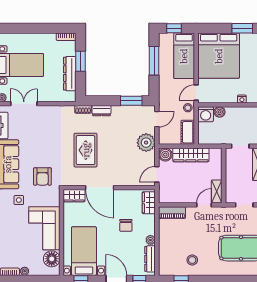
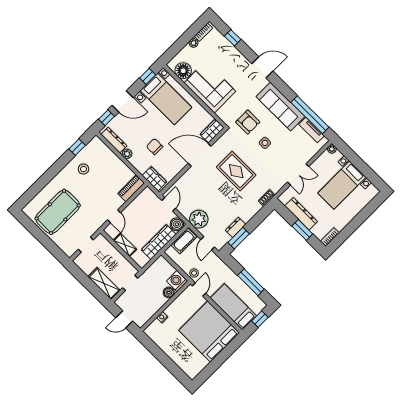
window: (242, 28) -> (212, 367), removed
double door: (24, 104) -> (298, 174), moved
dresser: (101, 111) -> (235, 227), moved
cot: (188, 132) -> (184, 241), moved, turned 90
armchair: (42, 176) -> (248, 122), turned 180
shelving: (217, 192) -> (125, 245), moved
side table: (19, 200) -> (265, 143), moved

